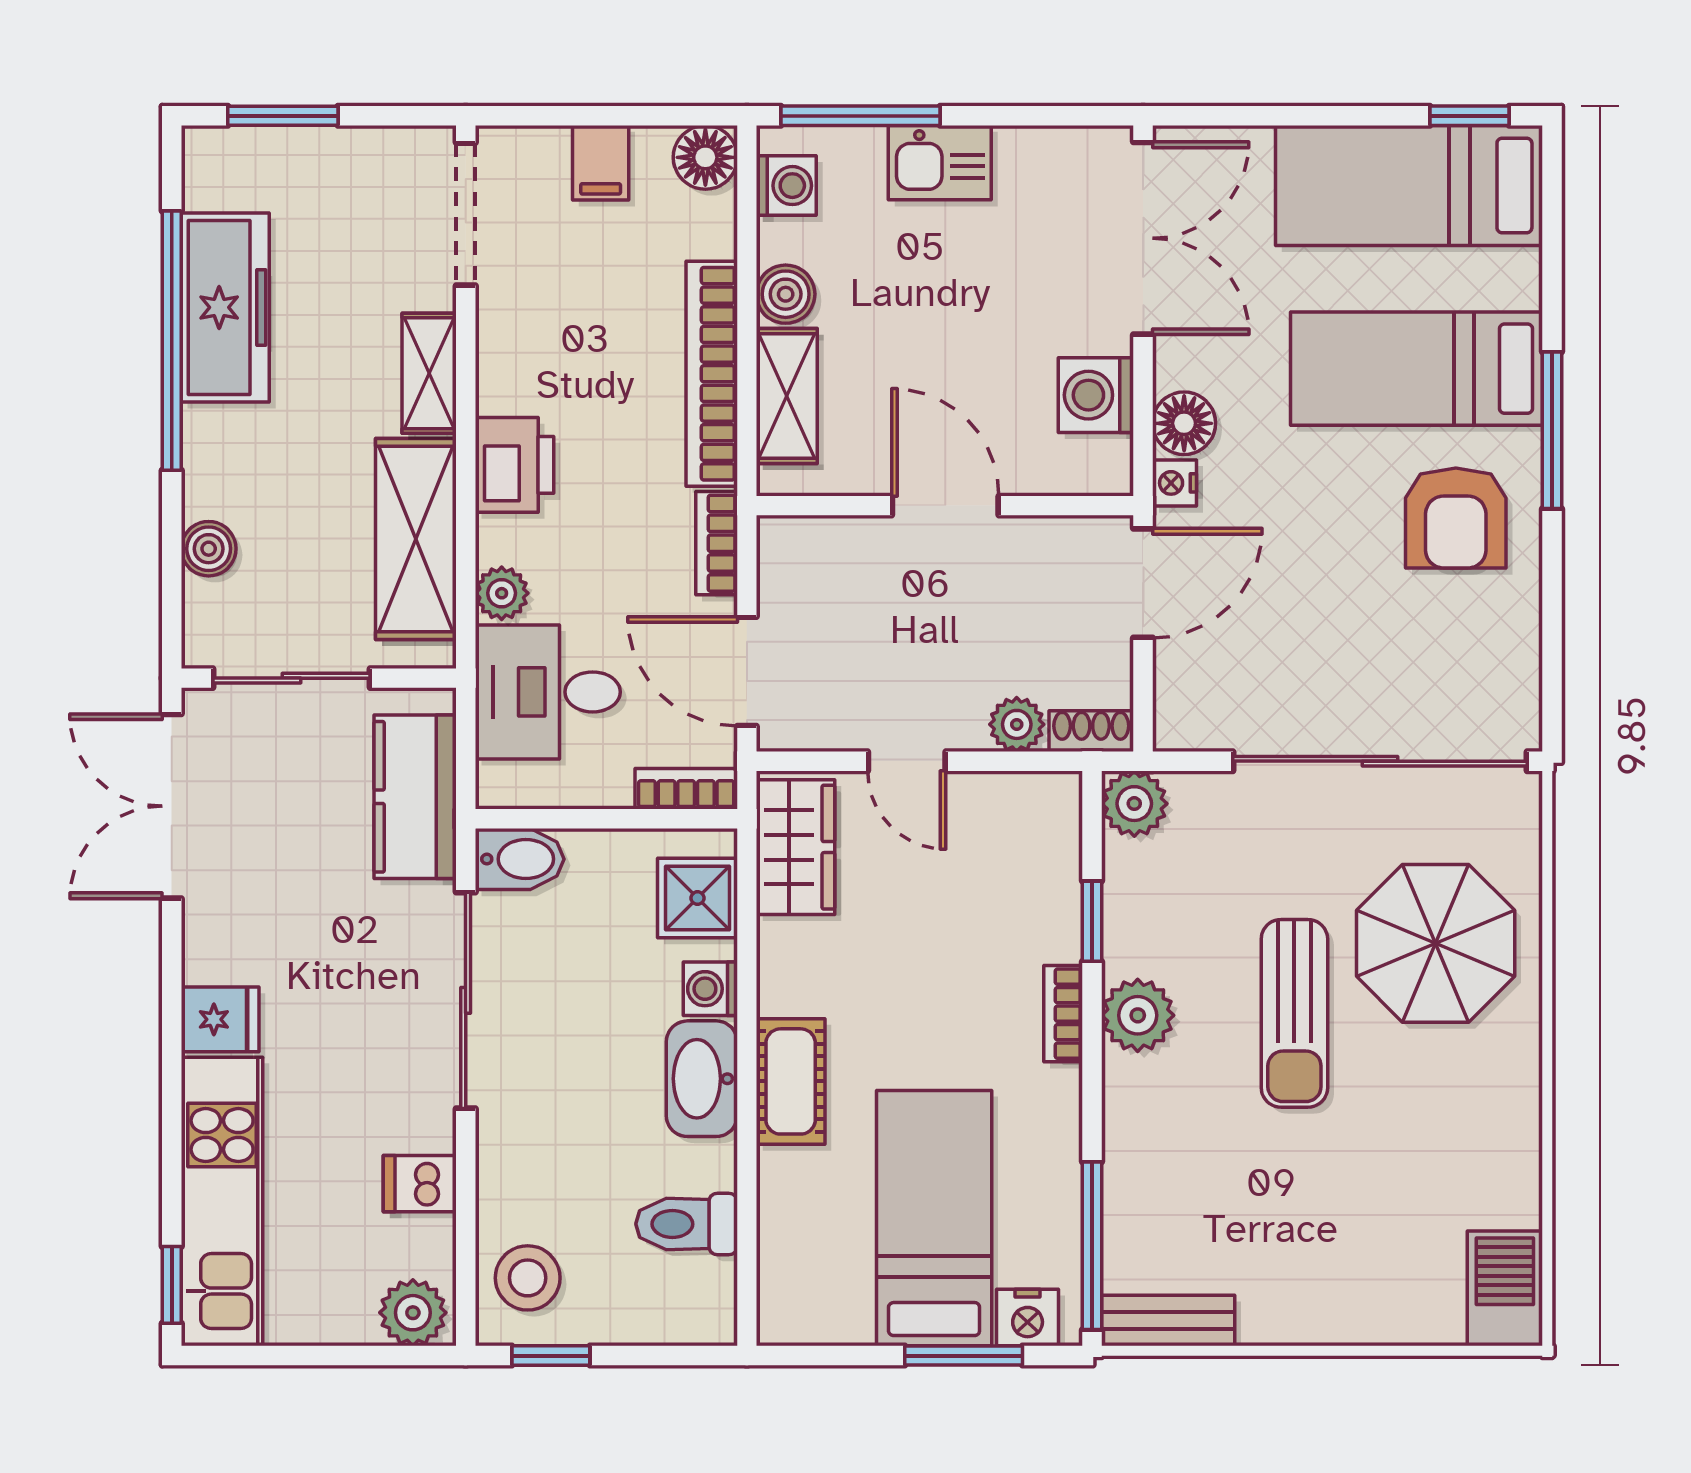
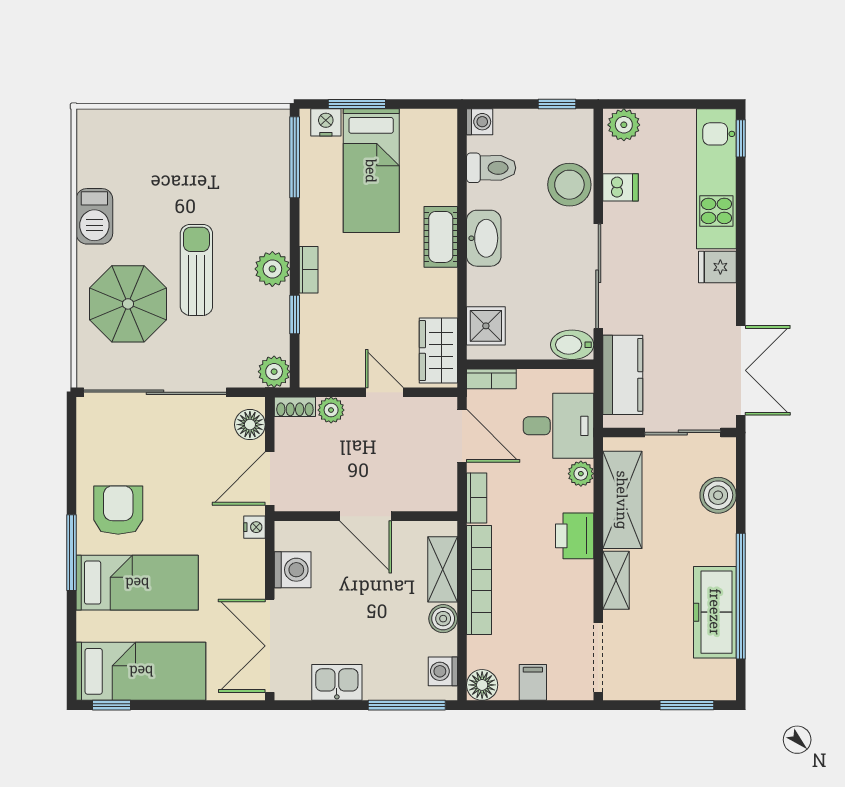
kitchen sink: (940, 163) -> (337, 682), moved
floor lamp: (1184, 423) -> (250, 425), moved
boiler: (209, 549) -> (718, 495), width x1.36, depth x1.36
washing machine: (710, 989) -> (480, 122), moved
stool: (528, 1278) -> (569, 185), moved, width x1.38, depth x1.38
barbecue: (1505, 1288) -> (94, 216), moved
bench: (1168, 1321) -> (258, 121), removed

